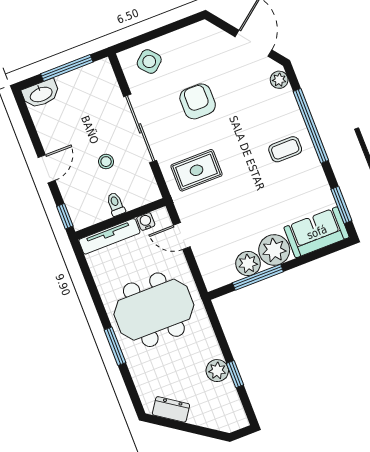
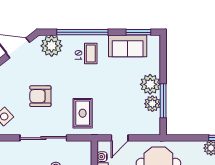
plant: (279, 80) -> (52, 46), width x1.88, depth x1.88
sofa: (317, 232) -> (128, 46), moved, turned -90

